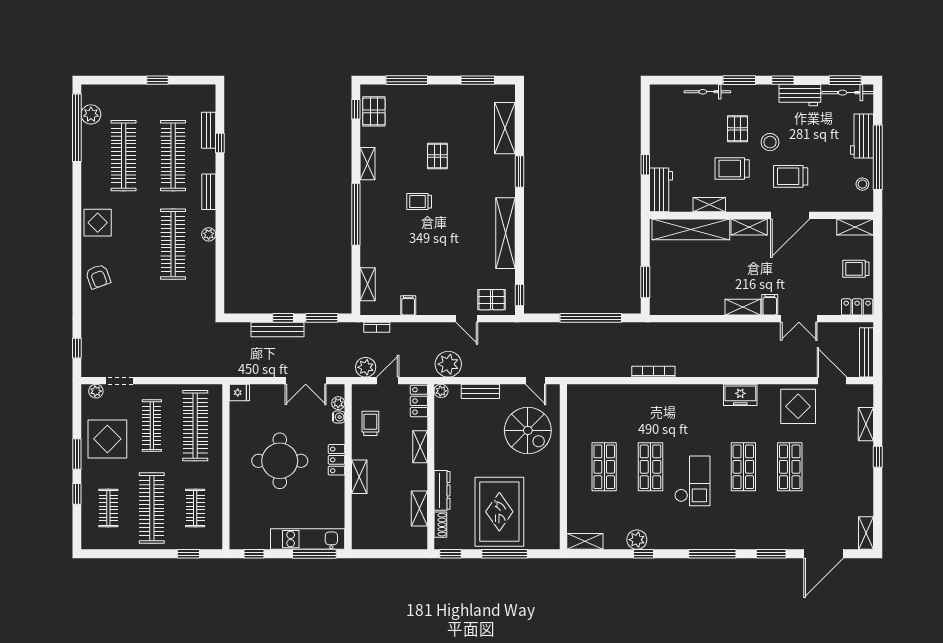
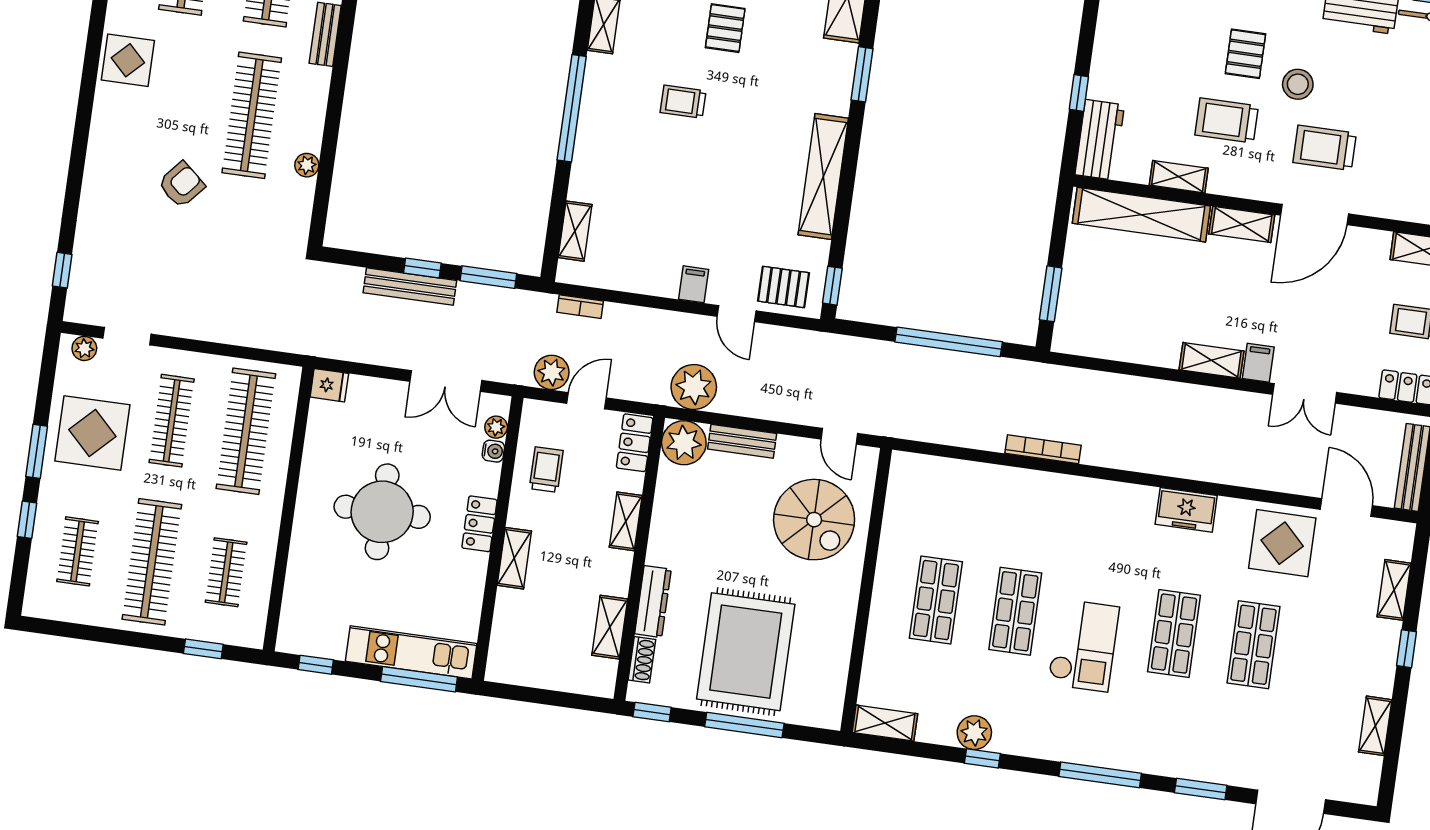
plant: (209, 234) -> (307, 165), moved
armchair: (98, 276) -> (181, 185), moved, turned -119
filing cabinet: (408, 305) -> (694, 284), moved
plant: (441, 391) -> (684, 443), width x1.87, depth x1.87
shelving: (866, 533) -> (1375, 726), moved

